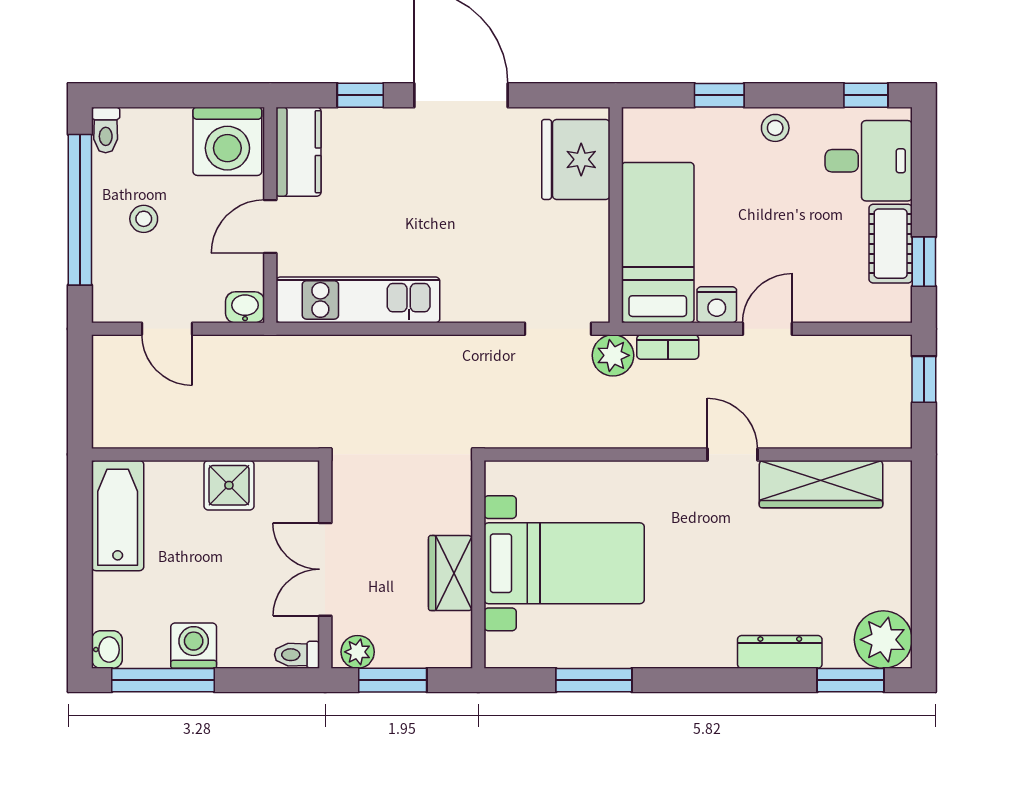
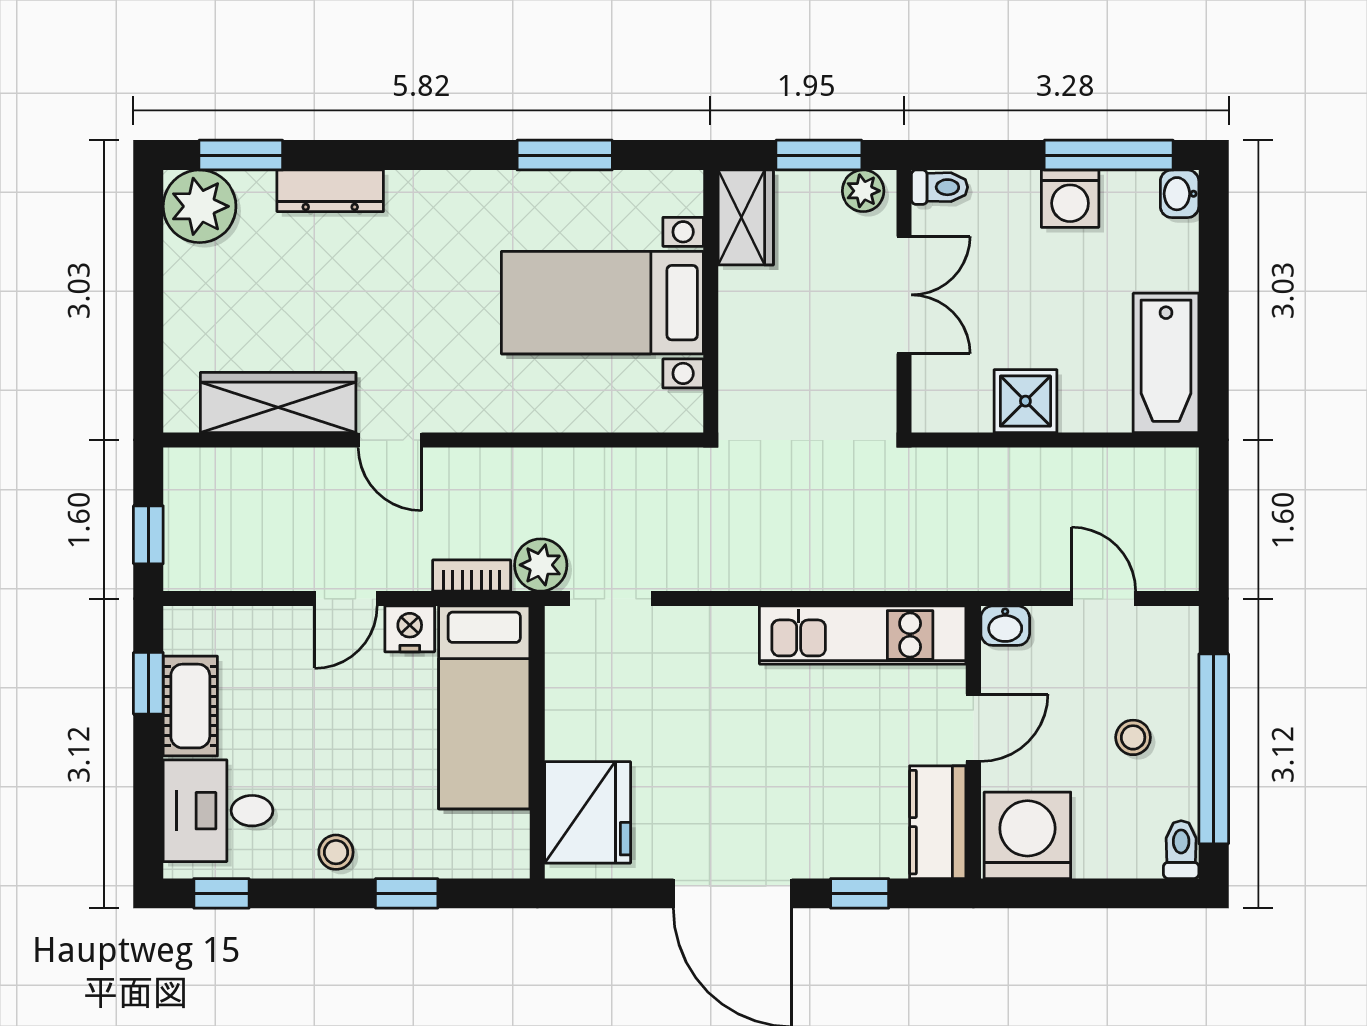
wardrobe: (451, 573) -> (746, 217), moved

